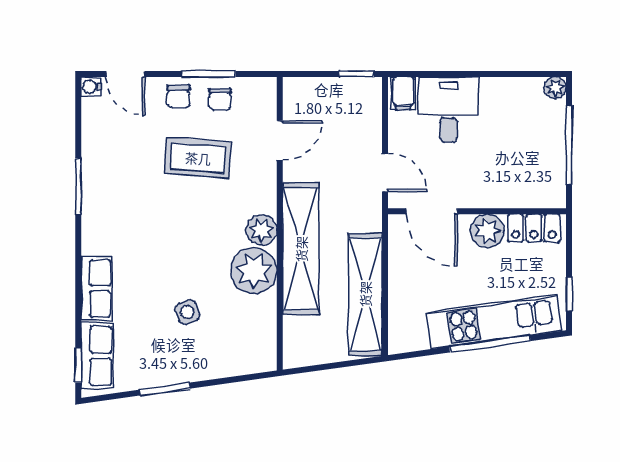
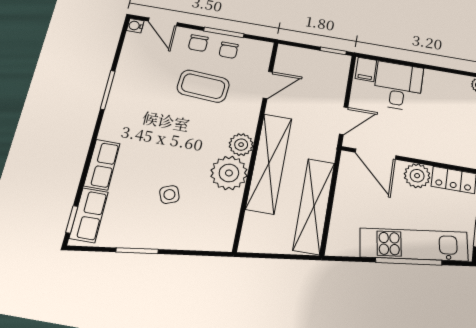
door: (385, 173) -> (344, 121), hinge flipped

